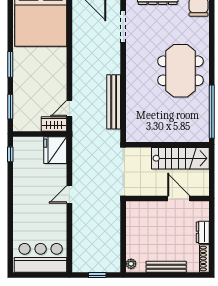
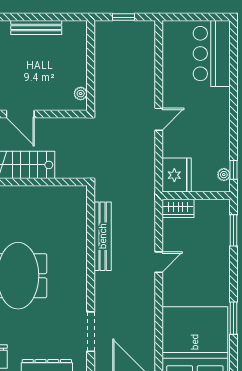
window: (10, 64) -> (233, 318), moved
door: (69, 109) -> (159, 262), moved
plant: (18, 151) -> (224, 175), added
bar counter: (41, 258) -> (212, 54), moved, turned 90
plant: (131, 264) -> (81, 94), moved

